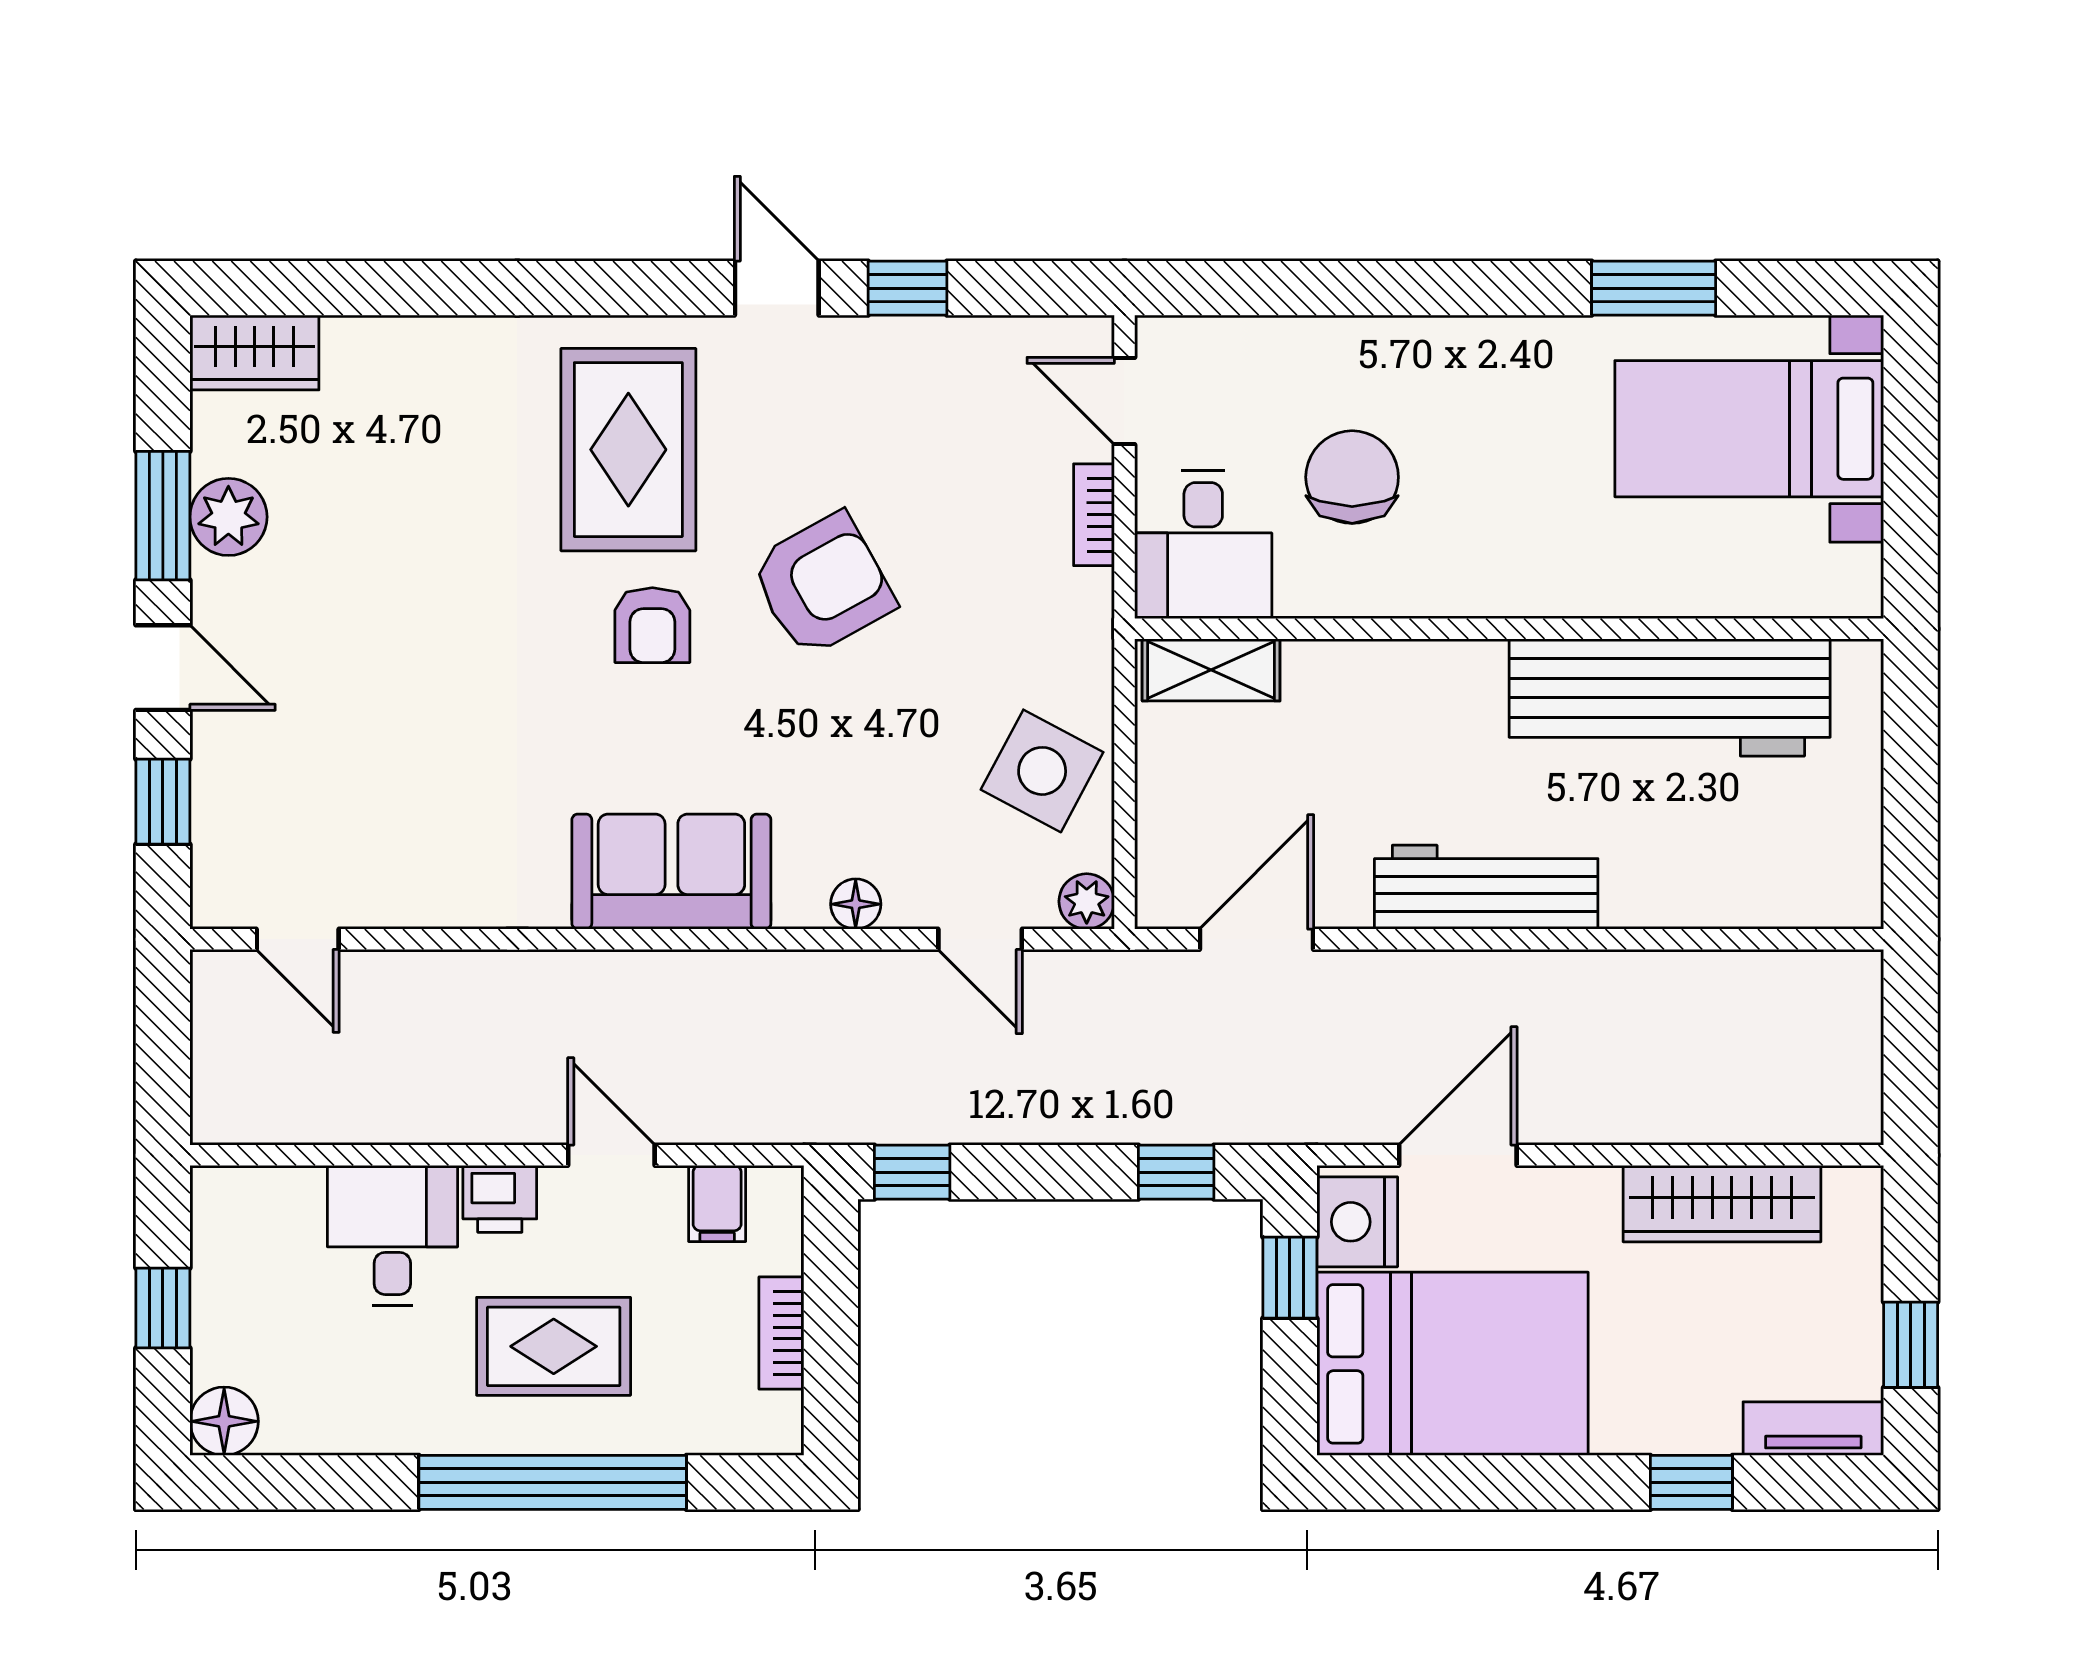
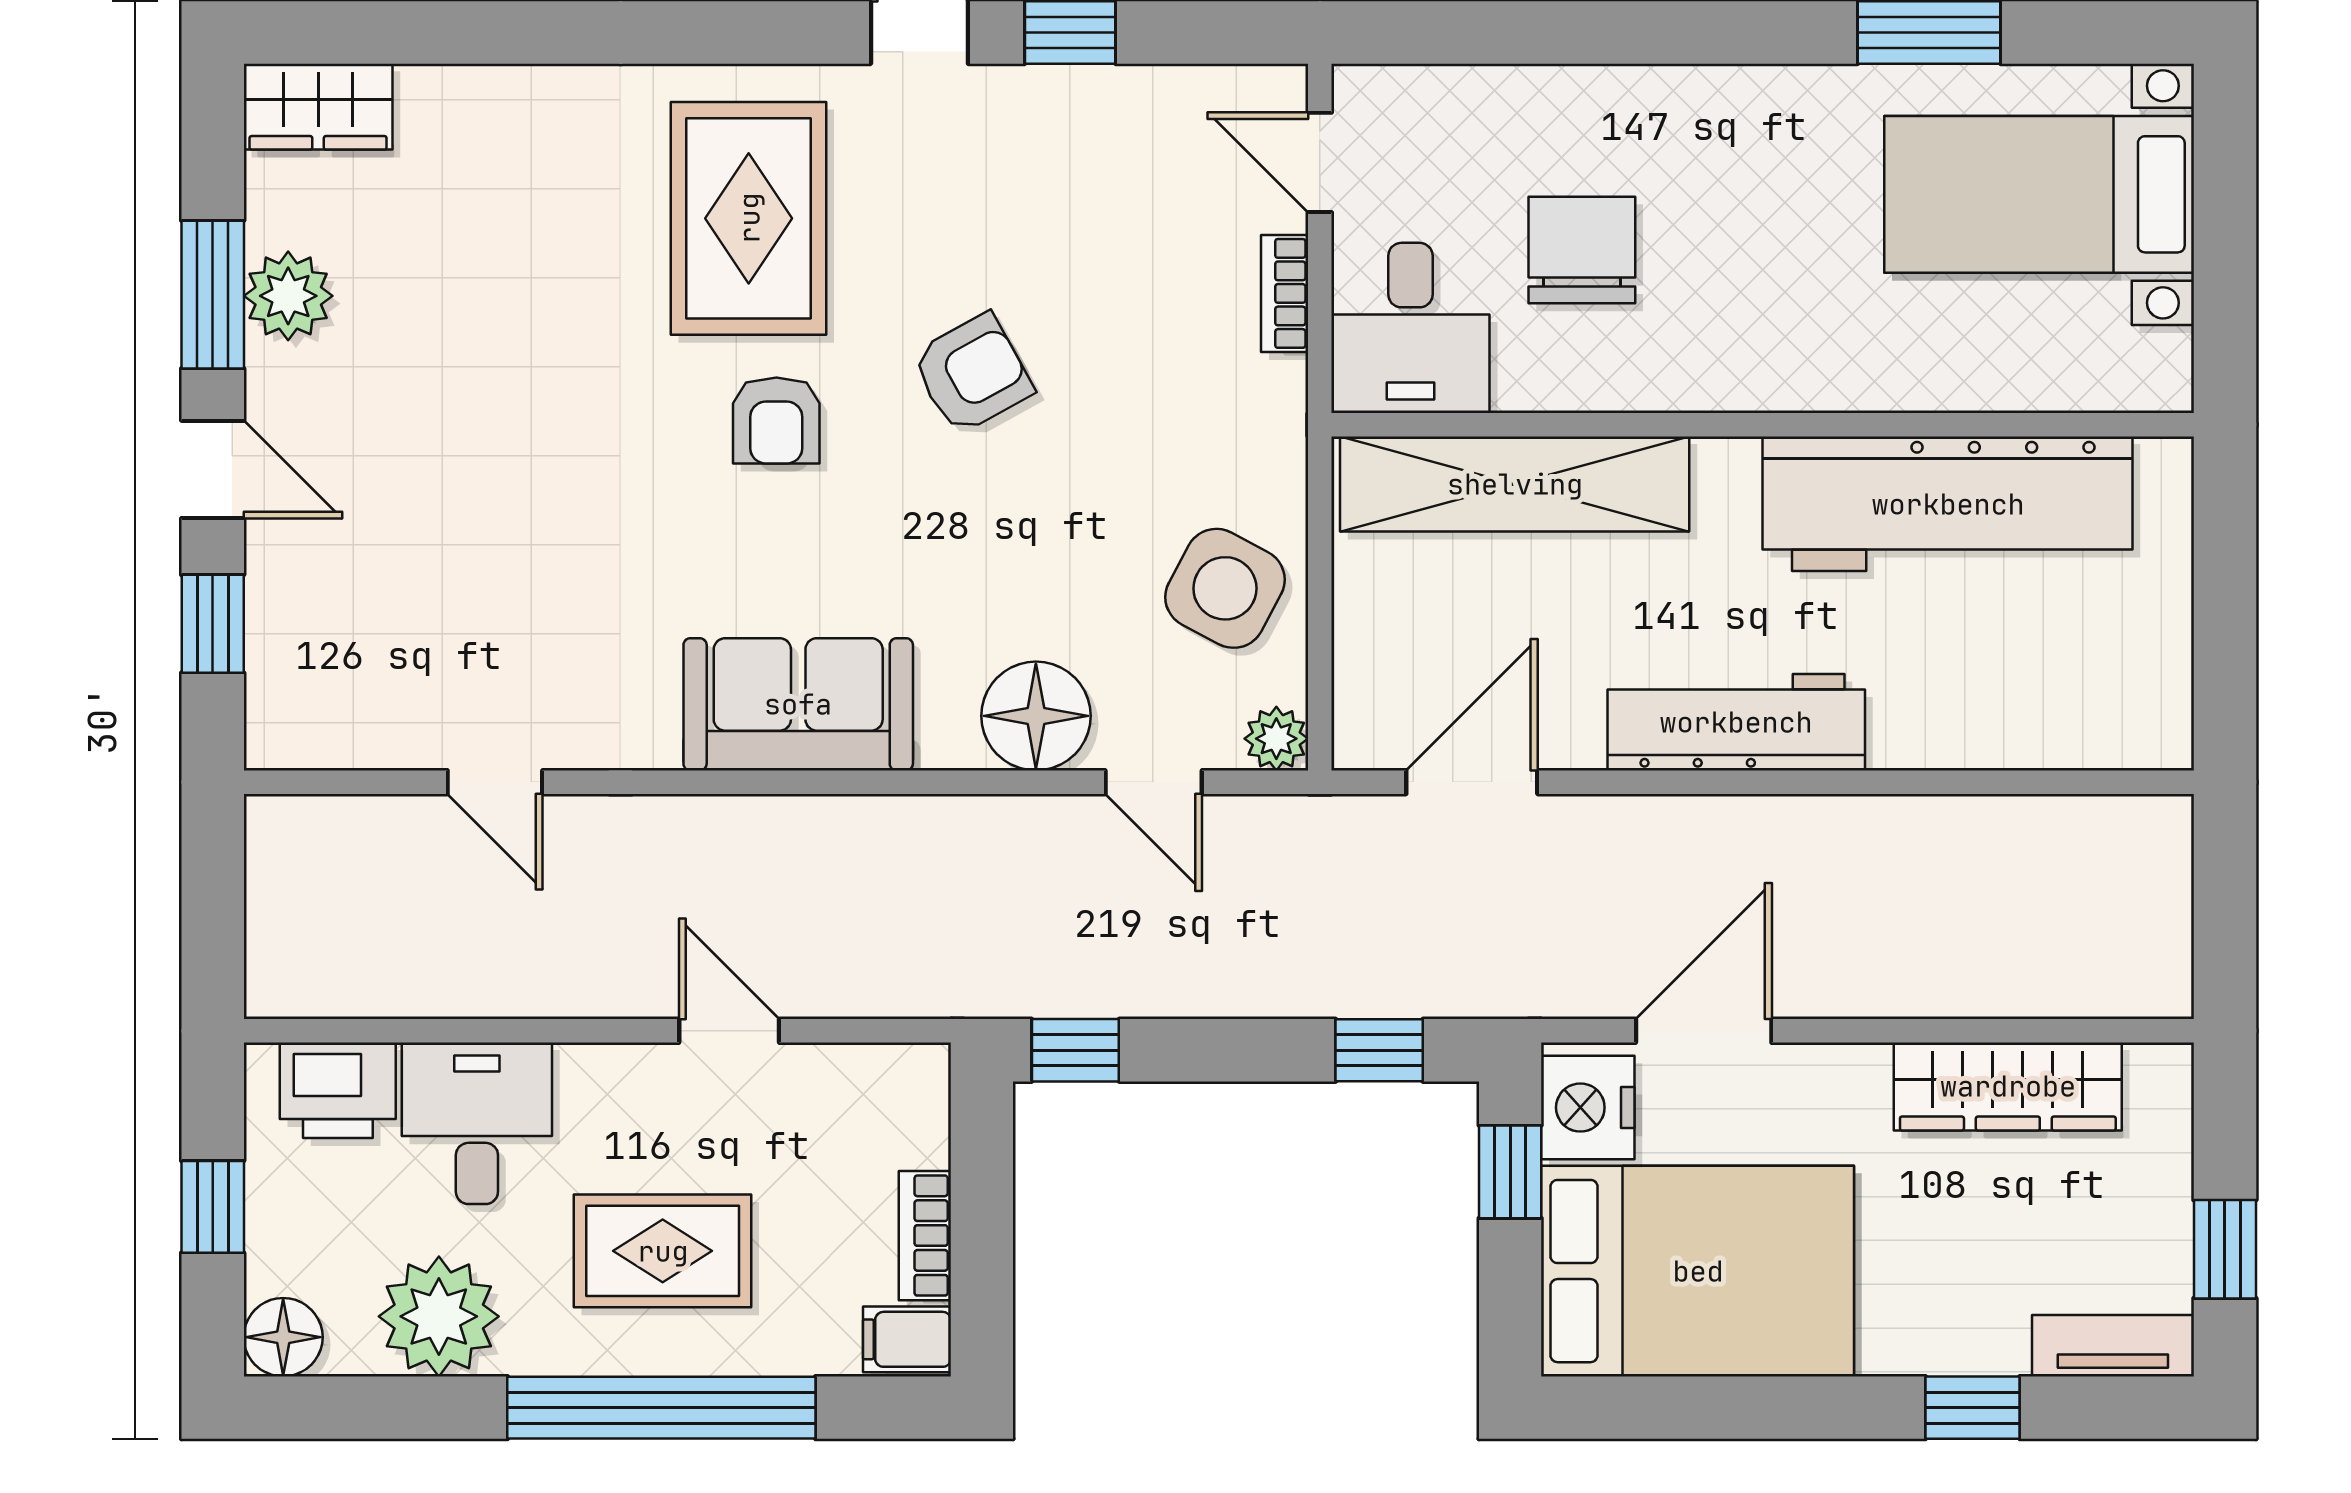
armchair: (823, 585) -> (972, 374), width x0.72, depth x0.72
shelving: (1211, 670) -> (1515, 484), width x2.20, depth x1.33
floor lamp: (856, 904) -> (1036, 716), width x1.89, depth x1.89
door: (298, 939) -> (495, 782), moved
printer: (500, 1199) -> (338, 1090), moved, width x1.36, depth x1.24
filing cabinet: (717, 1203) -> (907, 1339), moved, turned 90
plant: (359, 1403) -> (439, 1316), added

